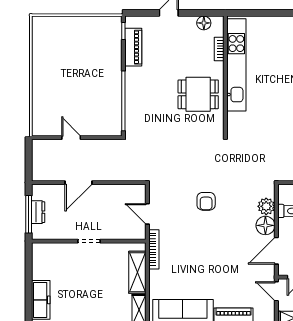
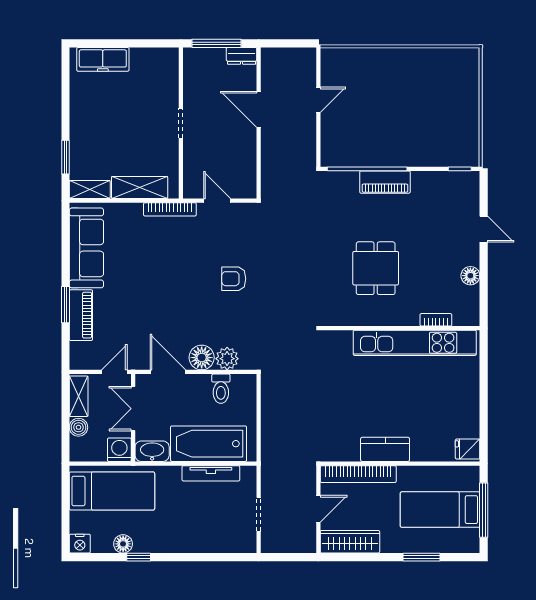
piano: (133, 47) -> (385, 182), moved
bookcase: (219, 49) -> (436, 320), moved
kitchen unit: (236, 65) -> (415, 343), moved
wall: (225, 76) -> (400, 328), moved
dresser: (38, 212) -> (242, 56), moved
door: (147, 214) -> (217, 201), hinge flipped

